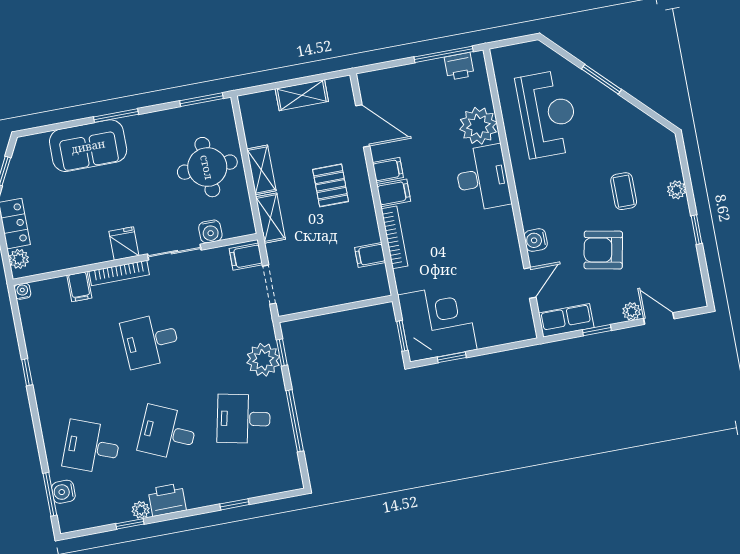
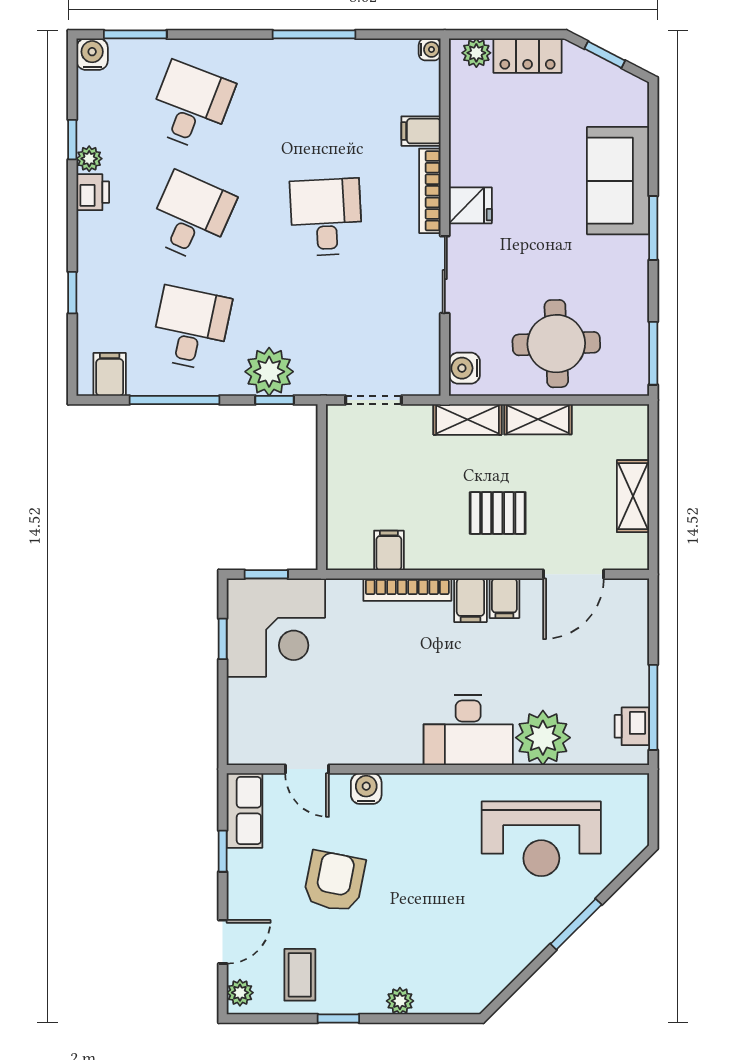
coffee table: (624, 191) -> (300, 975), moved, turned 90
water cooler: (210, 231) -> (464, 368), moved
filing cabinet: (246, 257) -> (110, 374), moved
plant: (632, 311) -> (240, 993), moved
window: (27, 372) -> (314, 34), width x2.17
water cooler: (63, 492) -> (92, 54), moved
printer: (167, 500) -> (93, 192), width x0.73, depth x0.81

